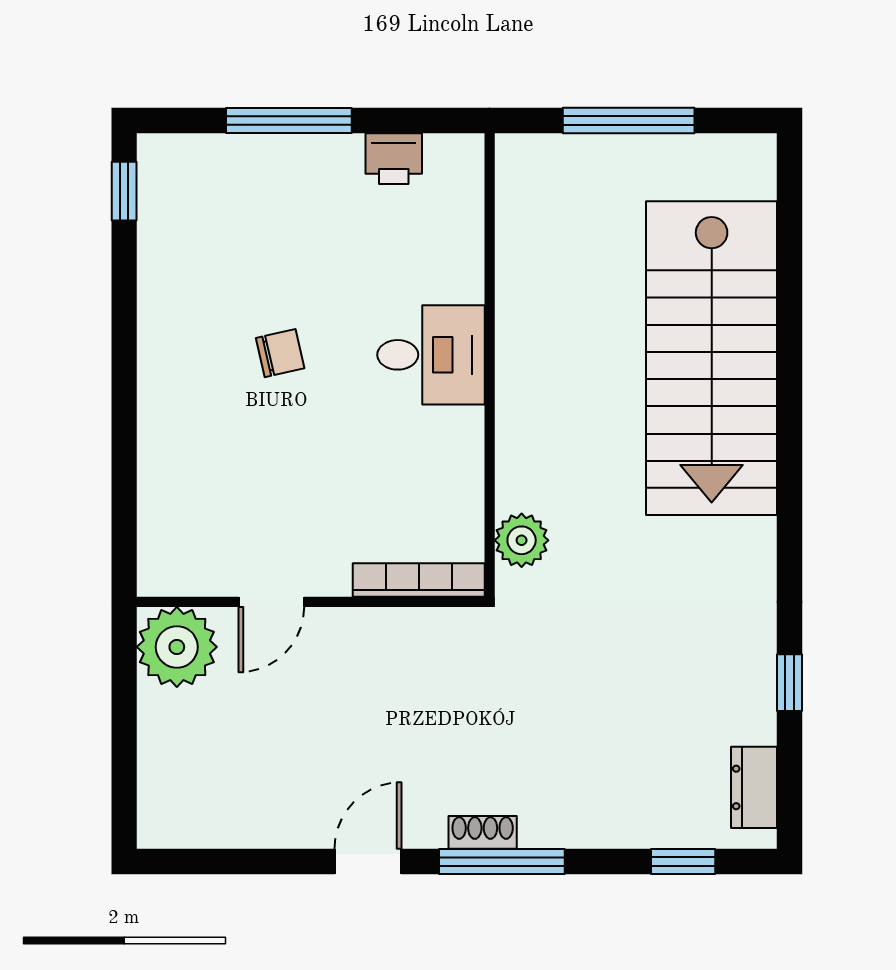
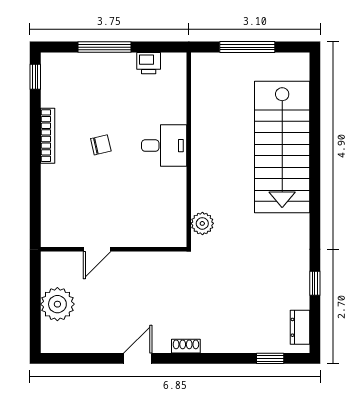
bookcase: (419, 580) -> (48, 136), moved, turned 90
plant: (177, 647) -> (57, 304), moved
window: (502, 861) -> (194, 358), removed

